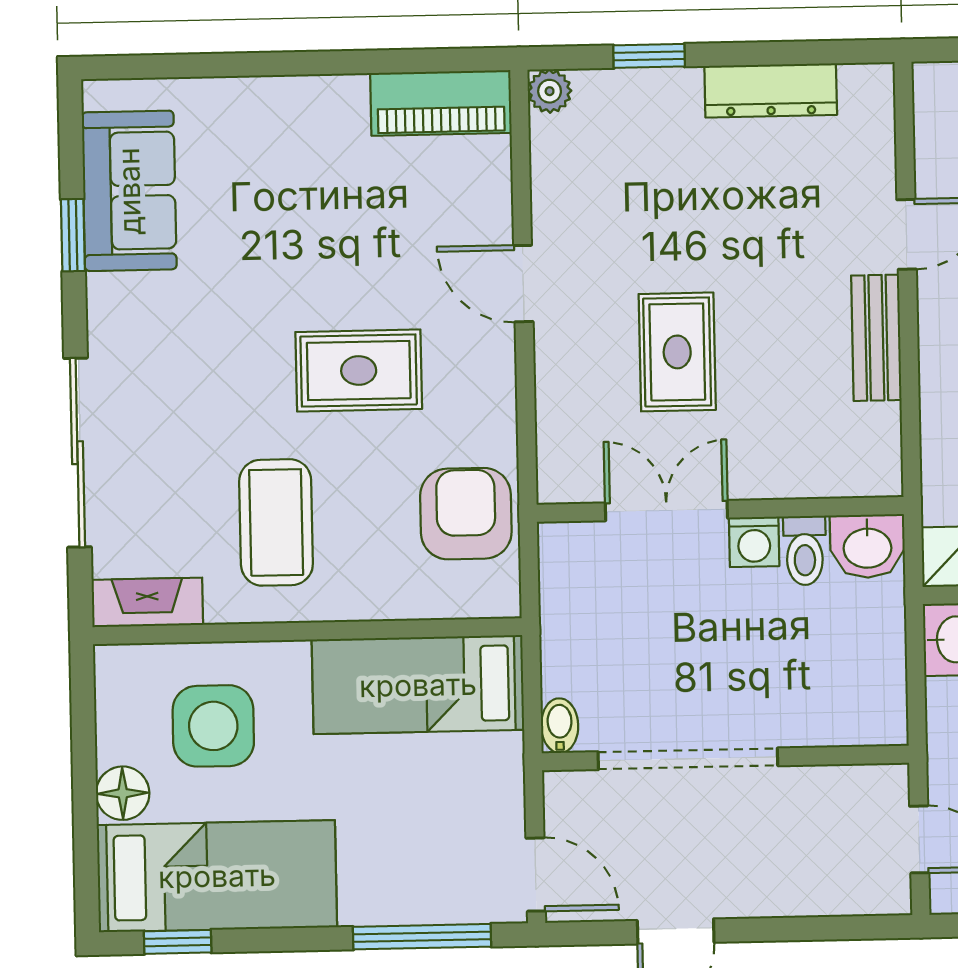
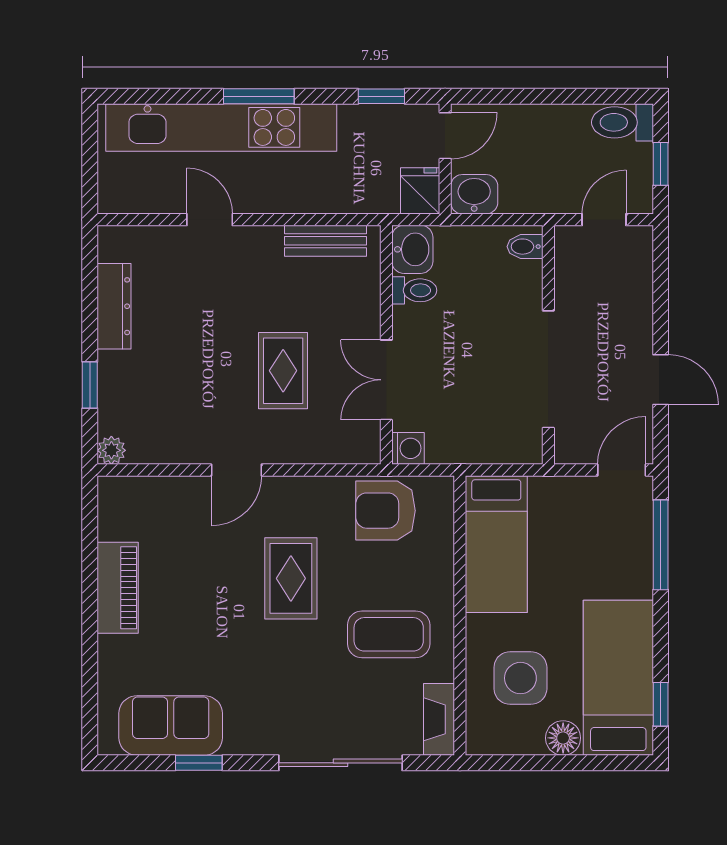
piano: (441, 103) -> (118, 588), moved
bench: (876, 338) -> (325, 241), moved
rug: (677, 352) -> (283, 371), turned 90
washing machine: (754, 542) -> (408, 448), moved
bidet: (560, 726) -> (525, 247), moved

